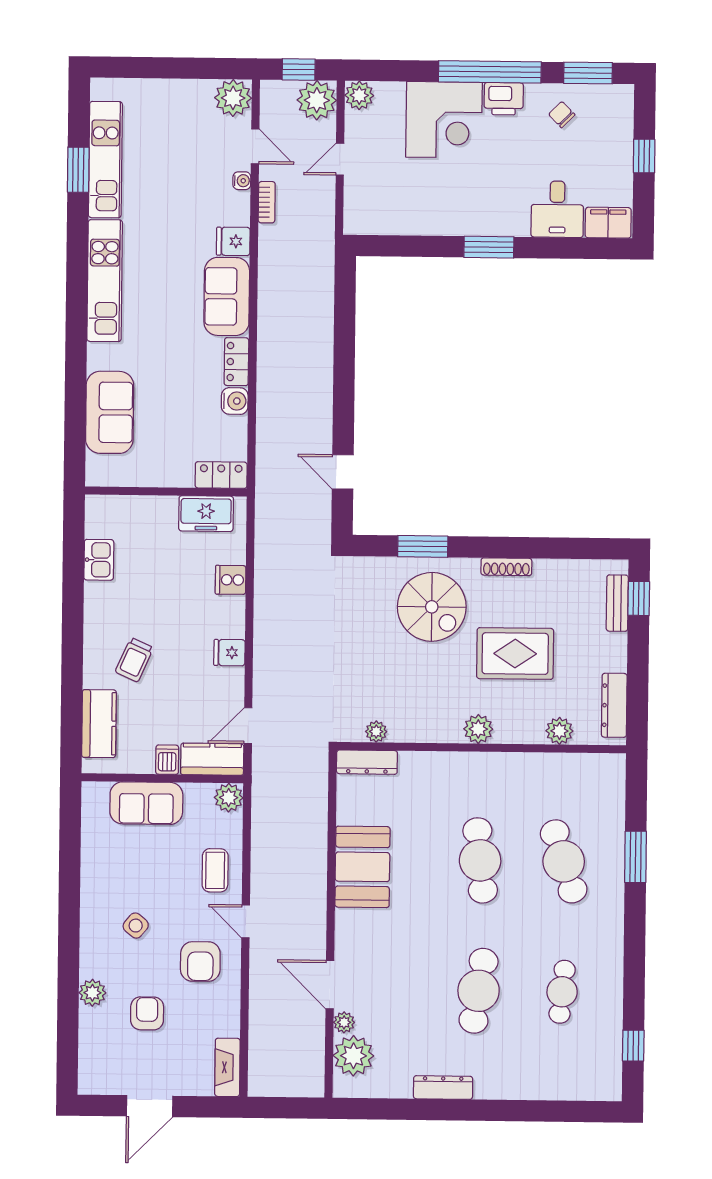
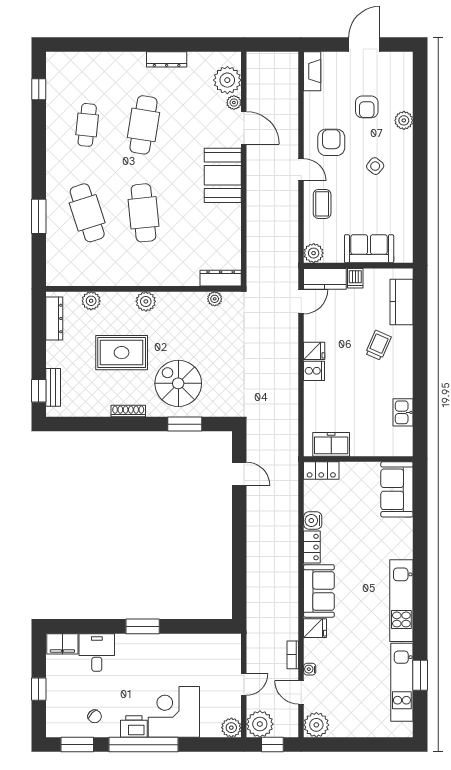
sofa: (110, 412) -> (397, 489), moved
cooker: (231, 580) -> (314, 371), moved
booth: (362, 867) -> (223, 175), moved

